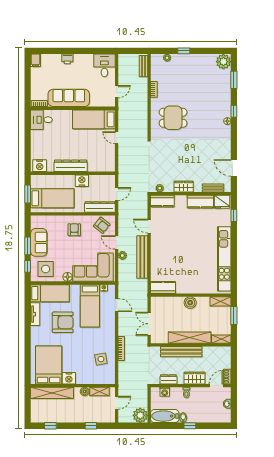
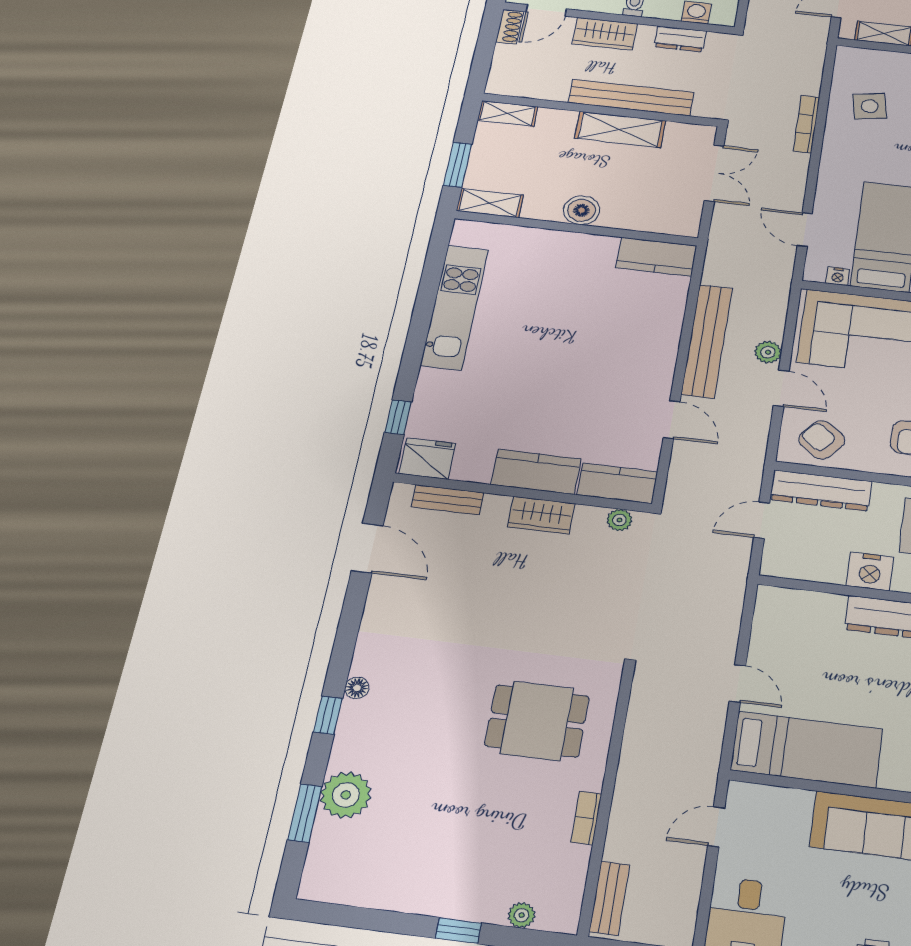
plant: (223, 62) -> (346, 795), moved
kitchen counter: (200, 202) -> (536, 472), moved
kitchen unit: (224, 259) -> (455, 307), width x0.73
shelving: (190, 338) -> (620, 129), width x0.68

